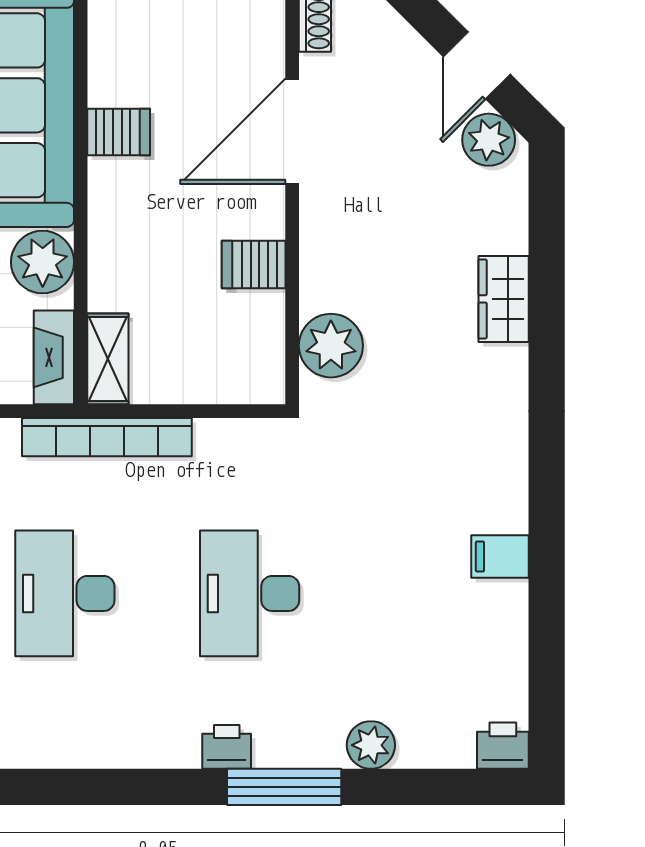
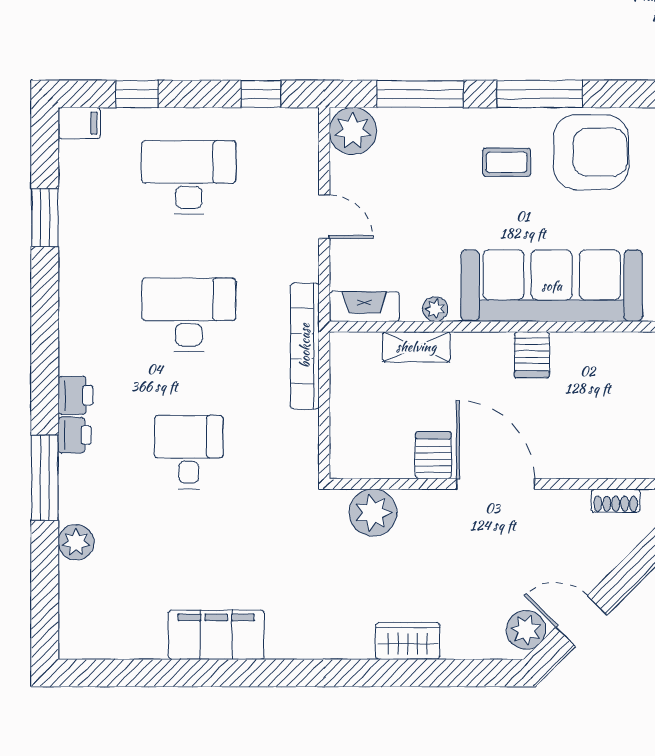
door: (292, 131) -> (496, 484), moved
plant: (43, 262) -> (435, 309), width x0.53, depth x0.53
shelving: (108, 359) -> (416, 347), moved
filing cabinet: (500, 556) -> (216, 635), width x3.00, depth x1.17
desk: (250, 593) -> (189, 452), width x0.73
printer: (503, 746) -> (76, 395), moved

